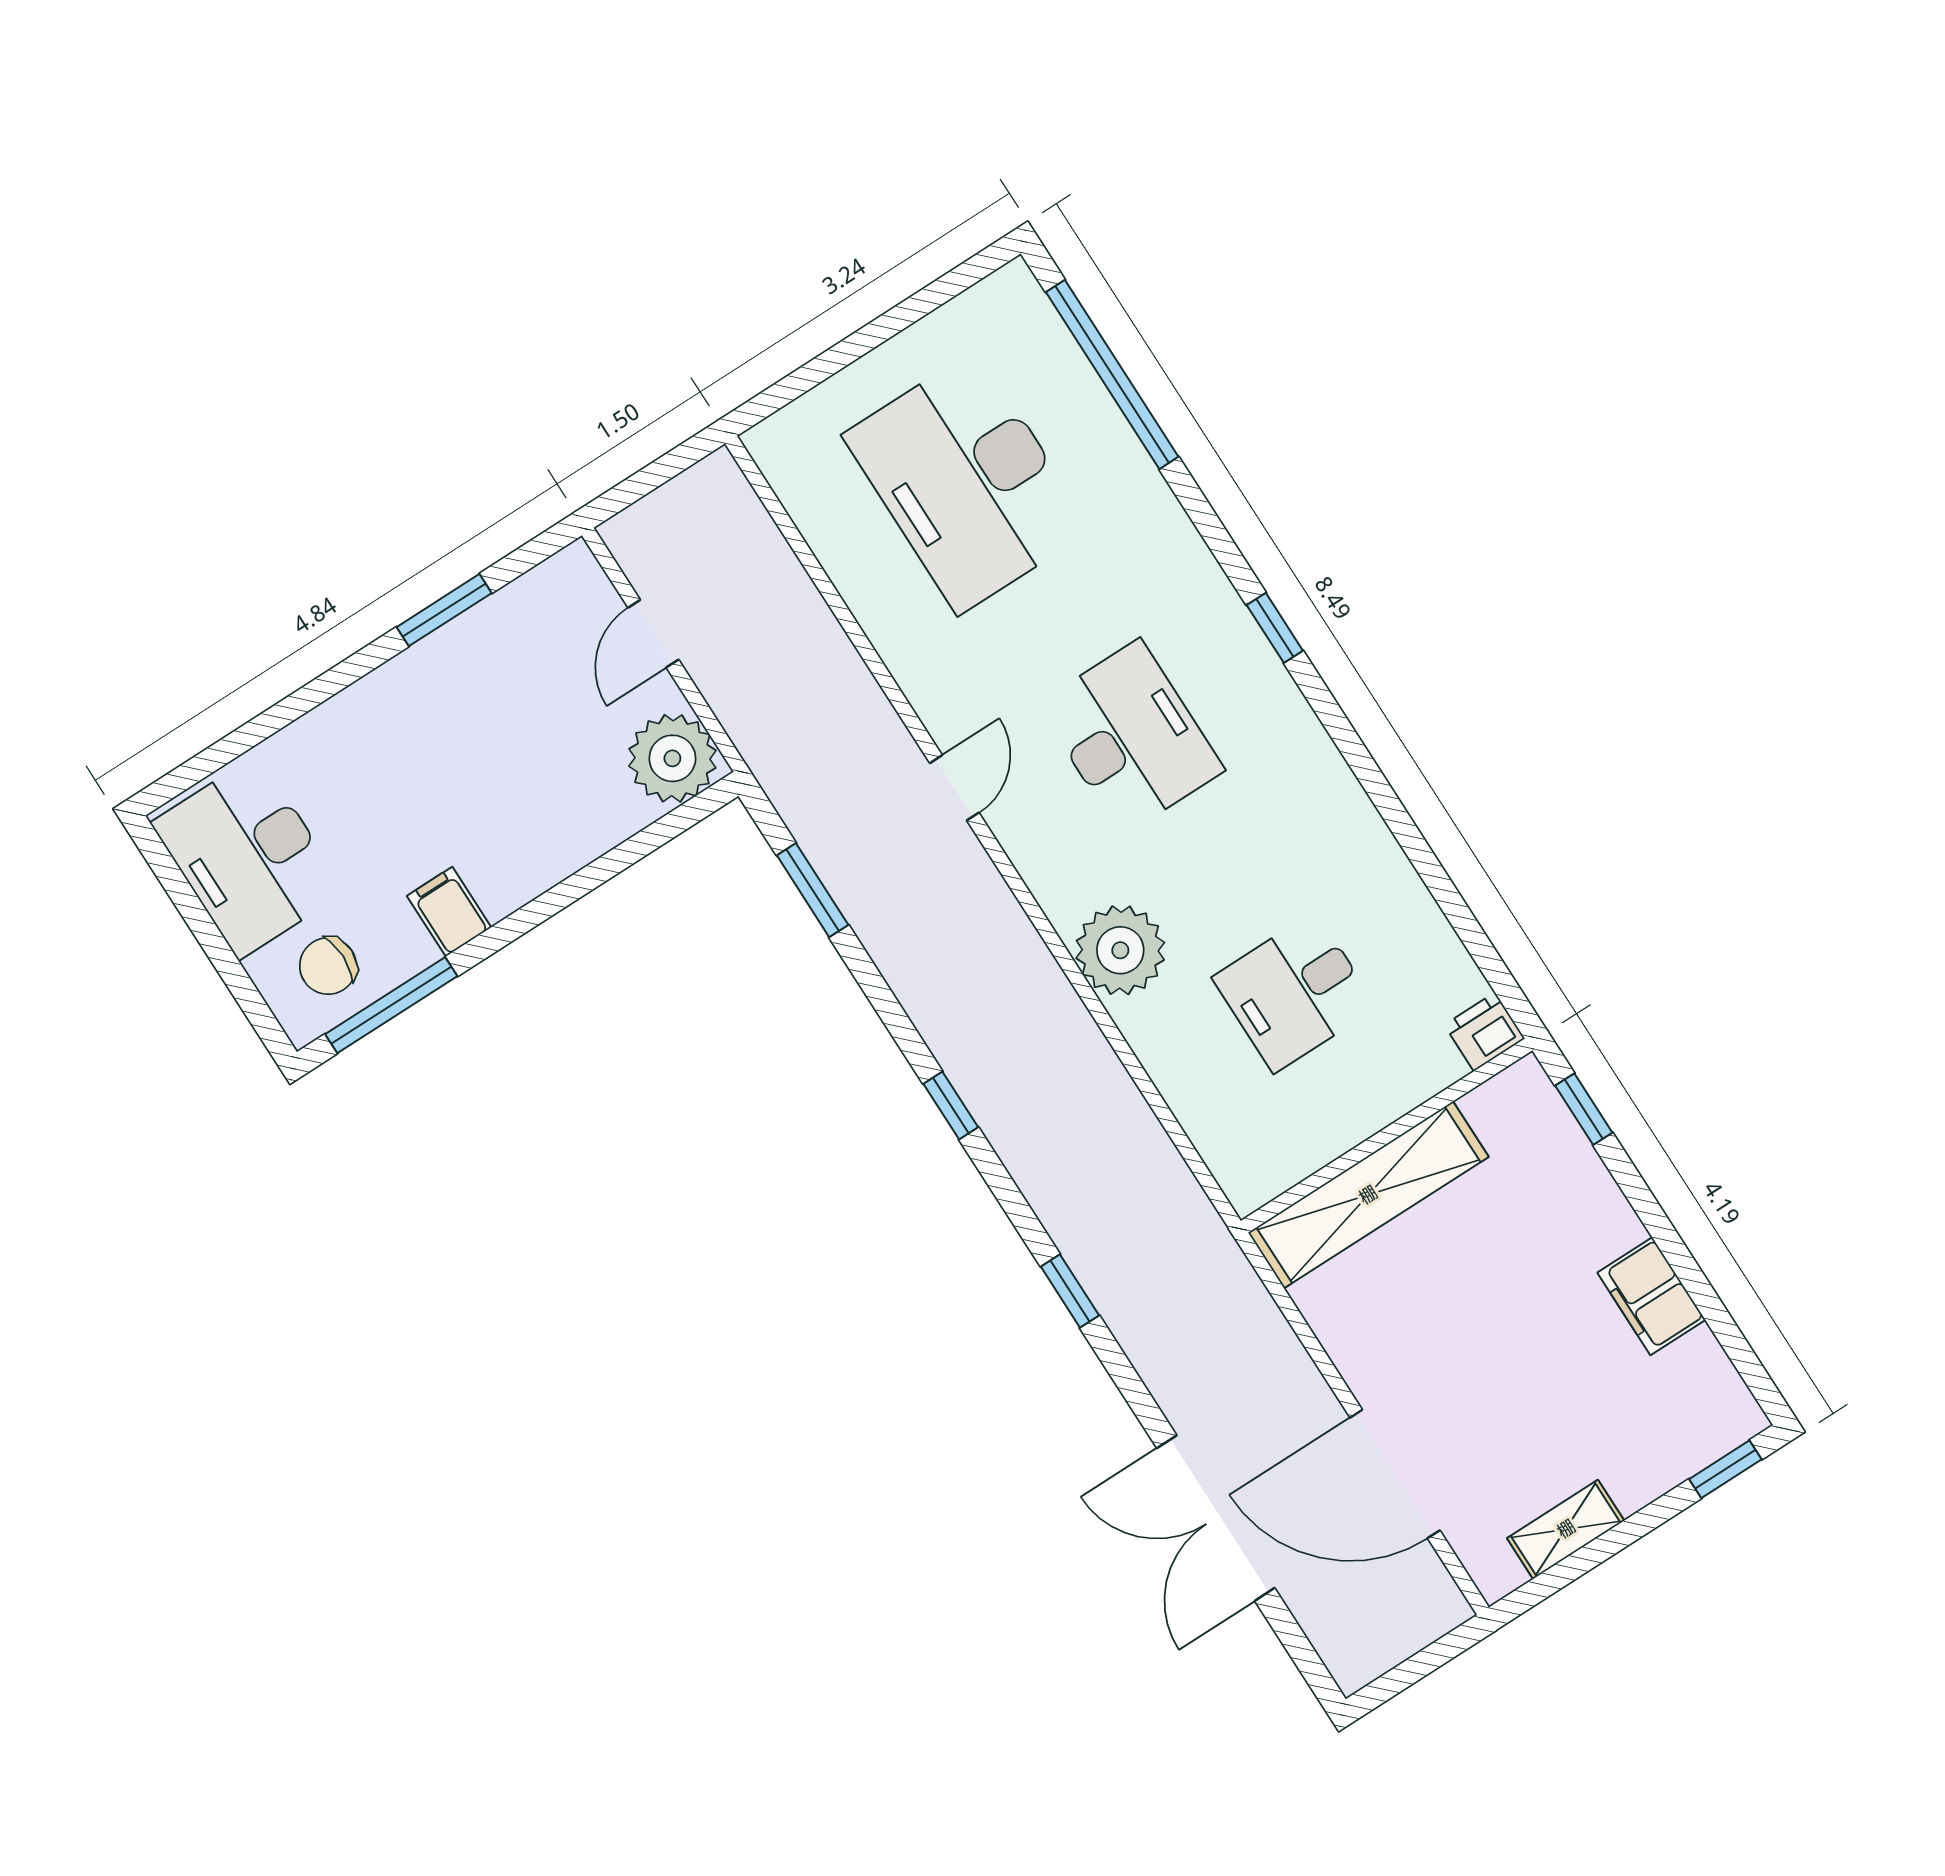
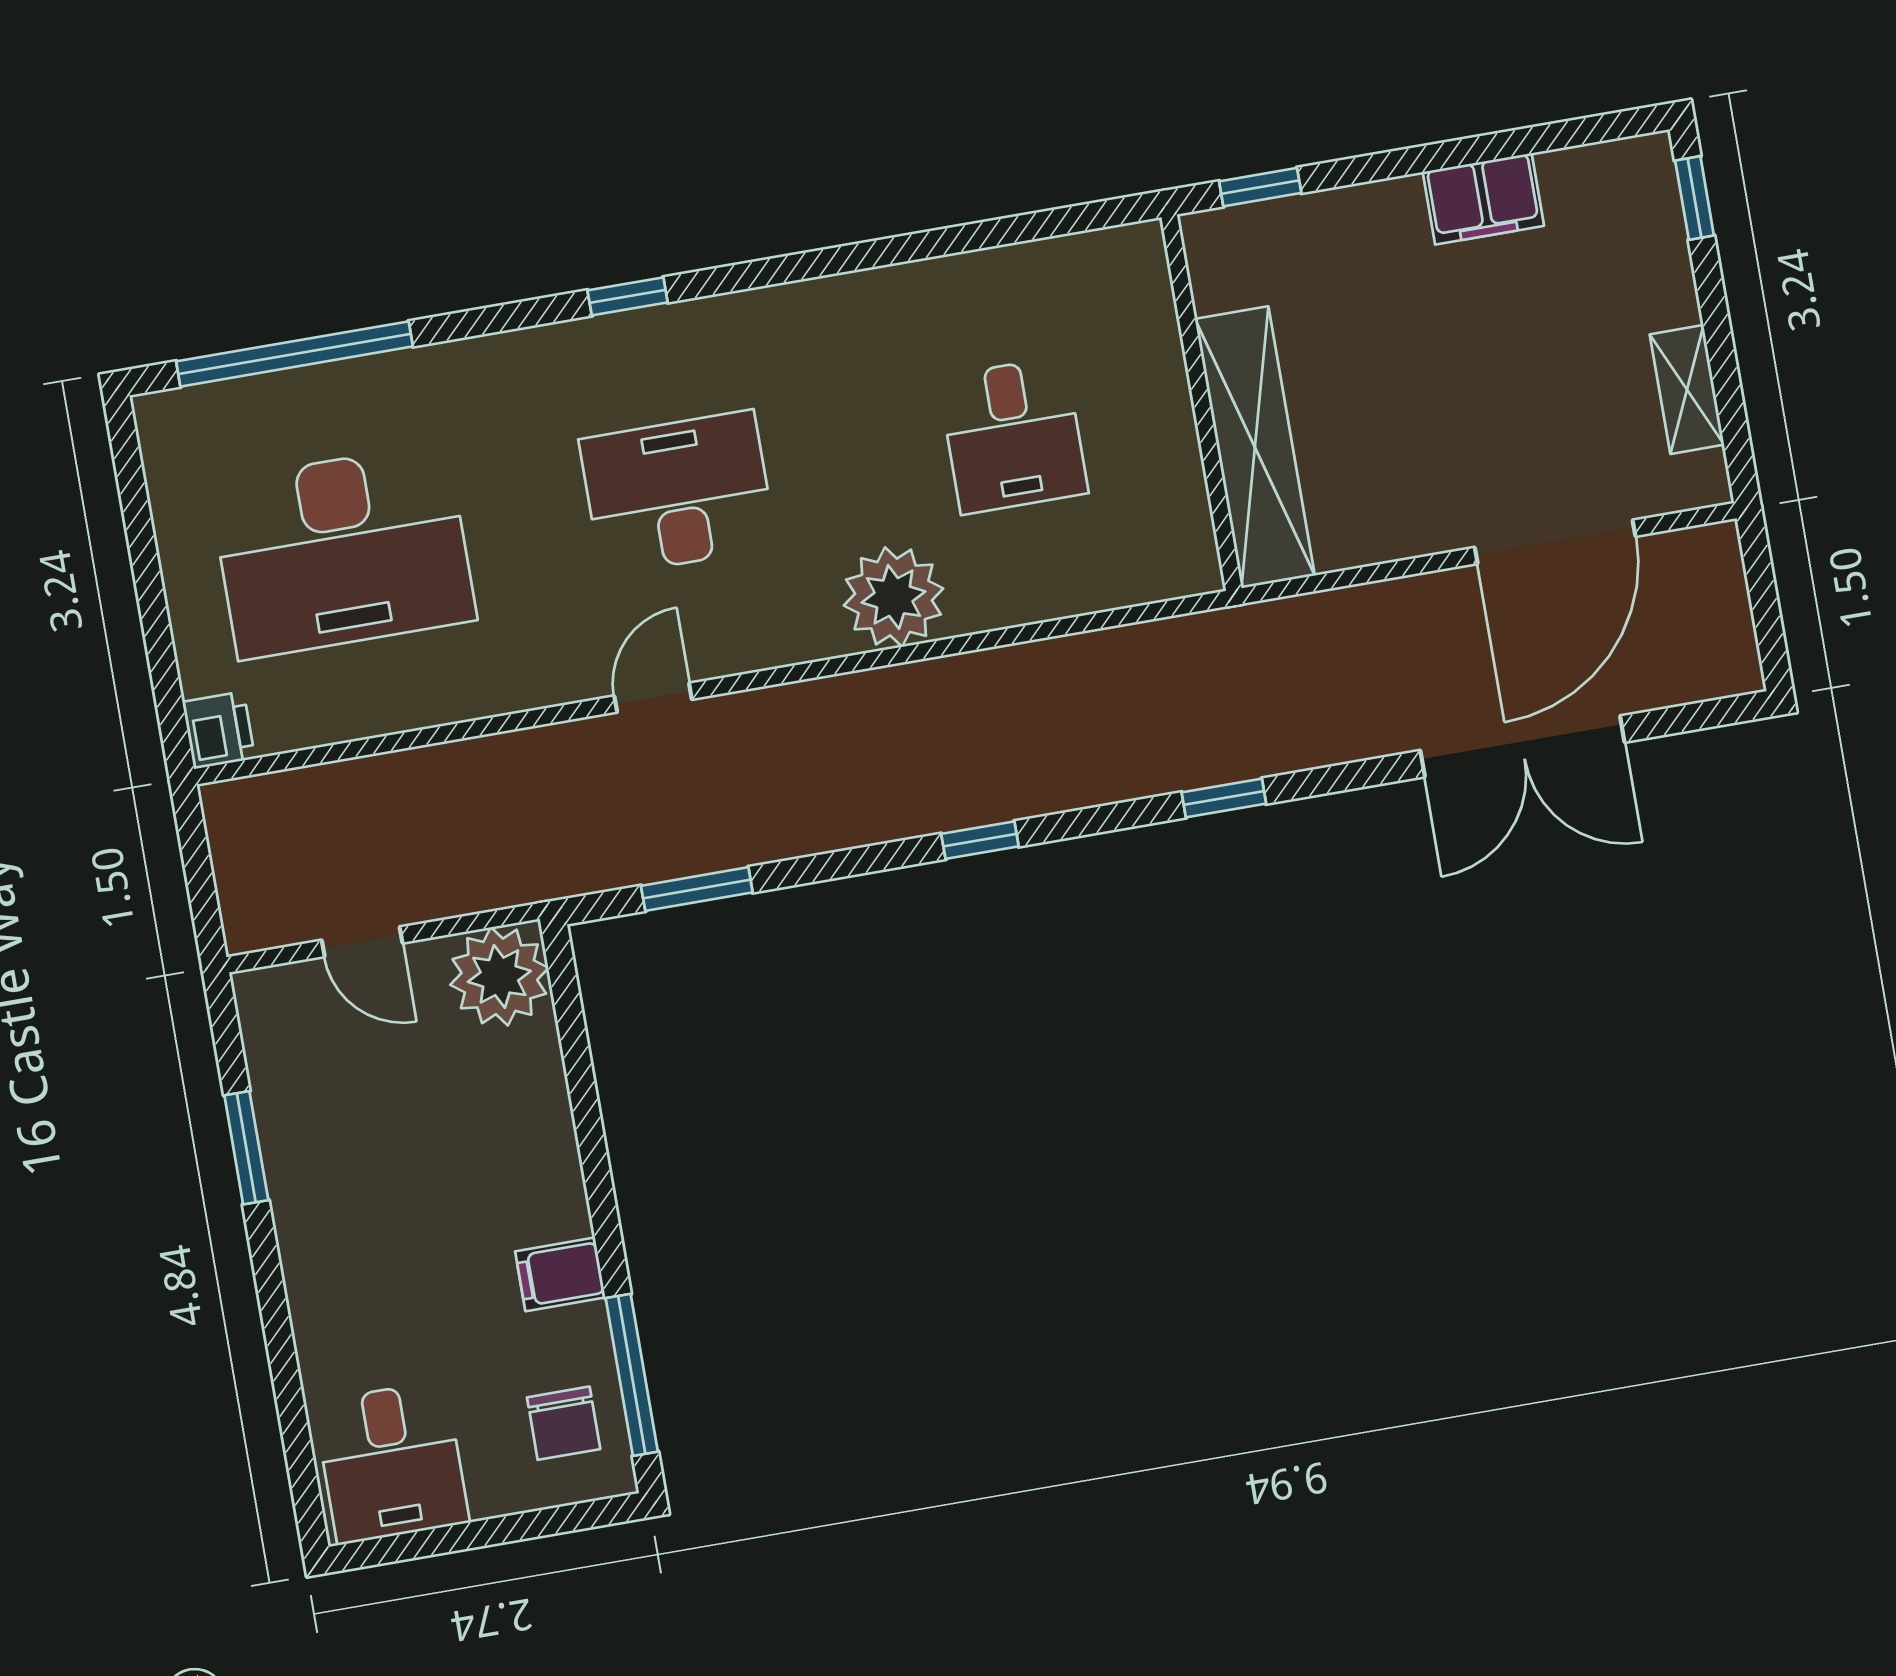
door: (954, 788) -> (653, 698), hinge flipped
desk: (248, 857) -> (391, 1462), width x0.73
printer: (1484, 1032) -> (219, 730), moved, turned 180

